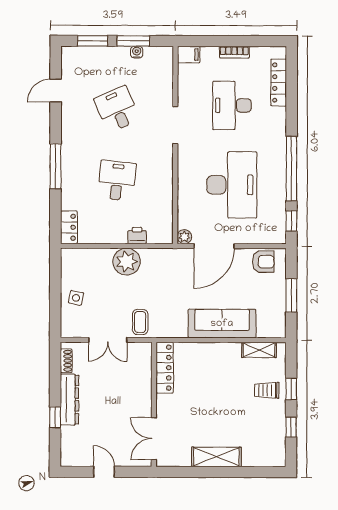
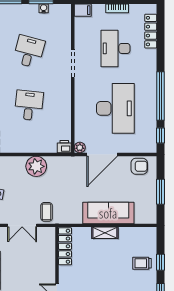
desk: (117, 109) -> (29, 52), turned 39
printer: (137, 236) -> (64, 147), moved
shelving: (259, 350) -> (105, 233), moved

